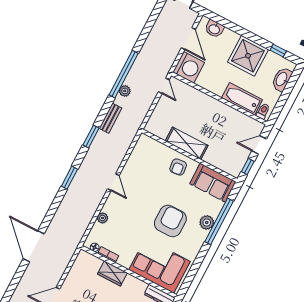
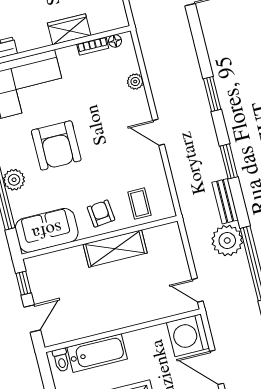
plant: (125, 91) -> (227, 241), width x1.88, depth x1.88
coffee table: (154, 155) -> (139, 204), added

